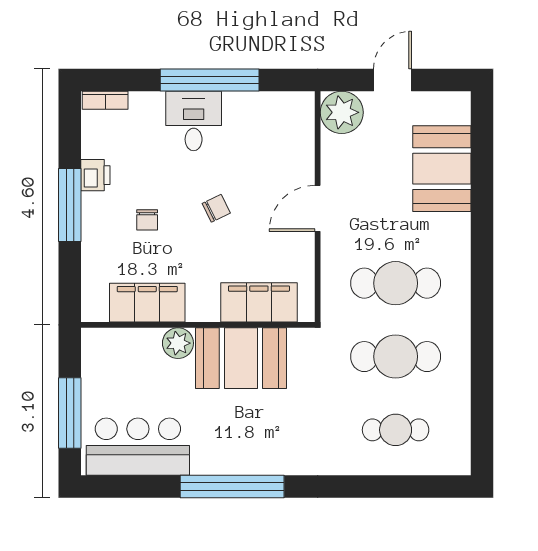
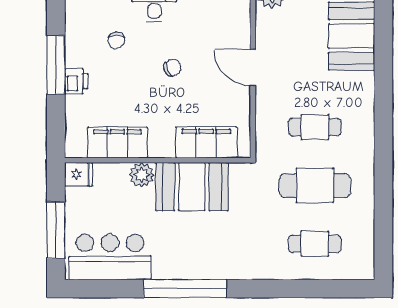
printer: (95, 175) -> (76, 81), moved
door: (318, 208) -> (253, 68), hinge flipped
chair: (147, 220) -> (116, 40), moved
cafe table: (396, 283) -> (315, 127), width x0.73, depth x0.74
fridge: (99, 343) -> (79, 174), added

